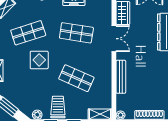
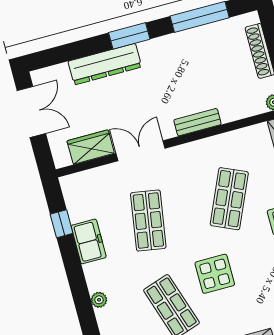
bench: (121, 77) -> (197, 122), width x0.73

